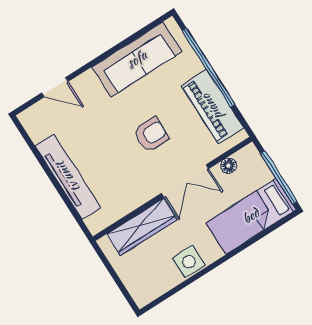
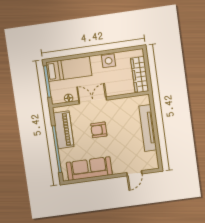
door: (55, 87) -> (134, 173), swing flipped
wardrobe: (142, 227) -> (140, 75), moved, turned -90

